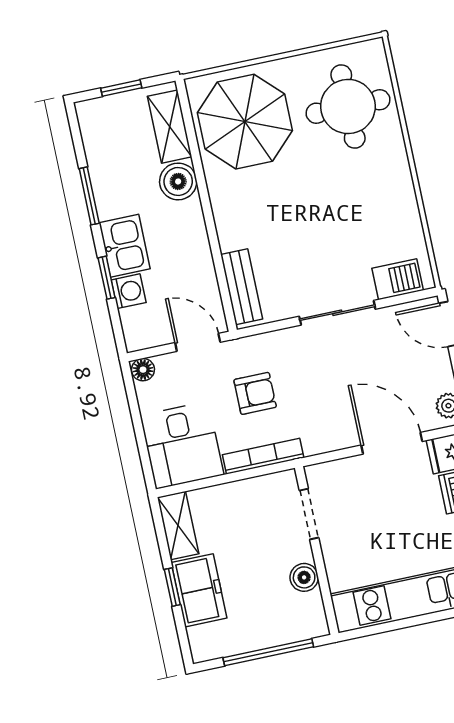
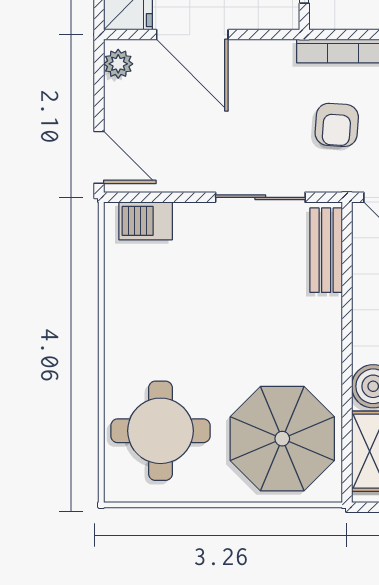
sliding door: (337, 313) -> (260, 197), moved
armchair: (255, 393) -> (337, 125), turned -86

